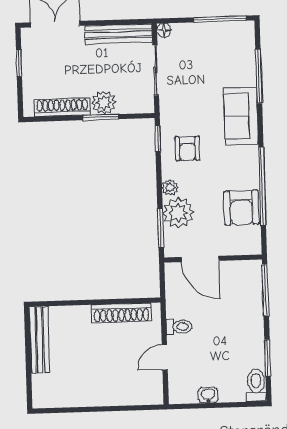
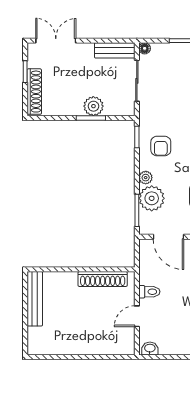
bench: (118, 34) -> (115, 50), width x0.73
shoe rack: (62, 107) -> (34, 92), moved, turned 90
washbasin: (208, 395) -> (150, 349), moved

